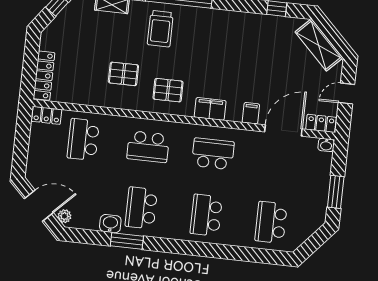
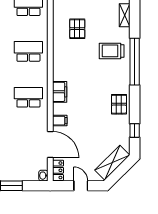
pallet: (168, 90) -> (119, 104), moved
school desk: (148, 147) -> (28, 51), turned 90
school desk: (213, 154) -> (28, 97), turned -90

